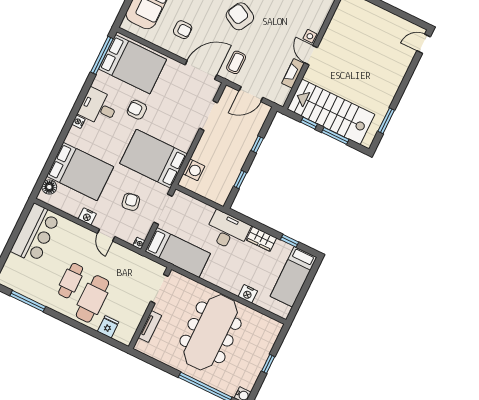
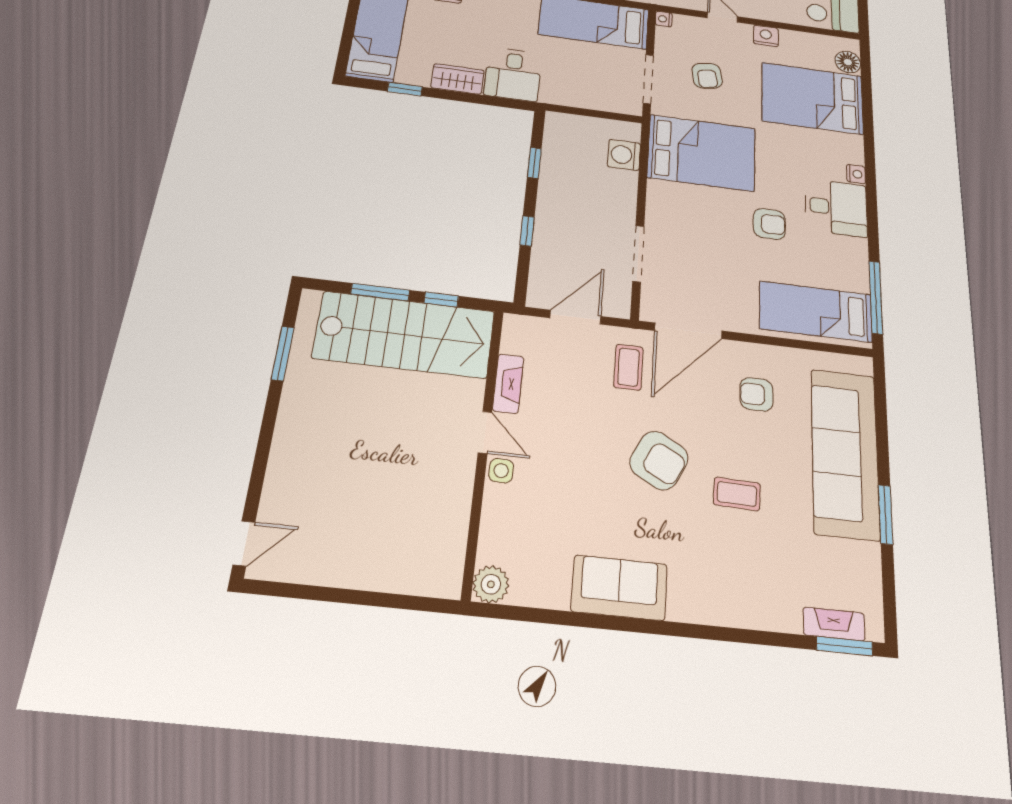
bed: (133, 64) -> (816, 312), width x0.67
desk: (227, 231) -> (513, 74), width x0.73

